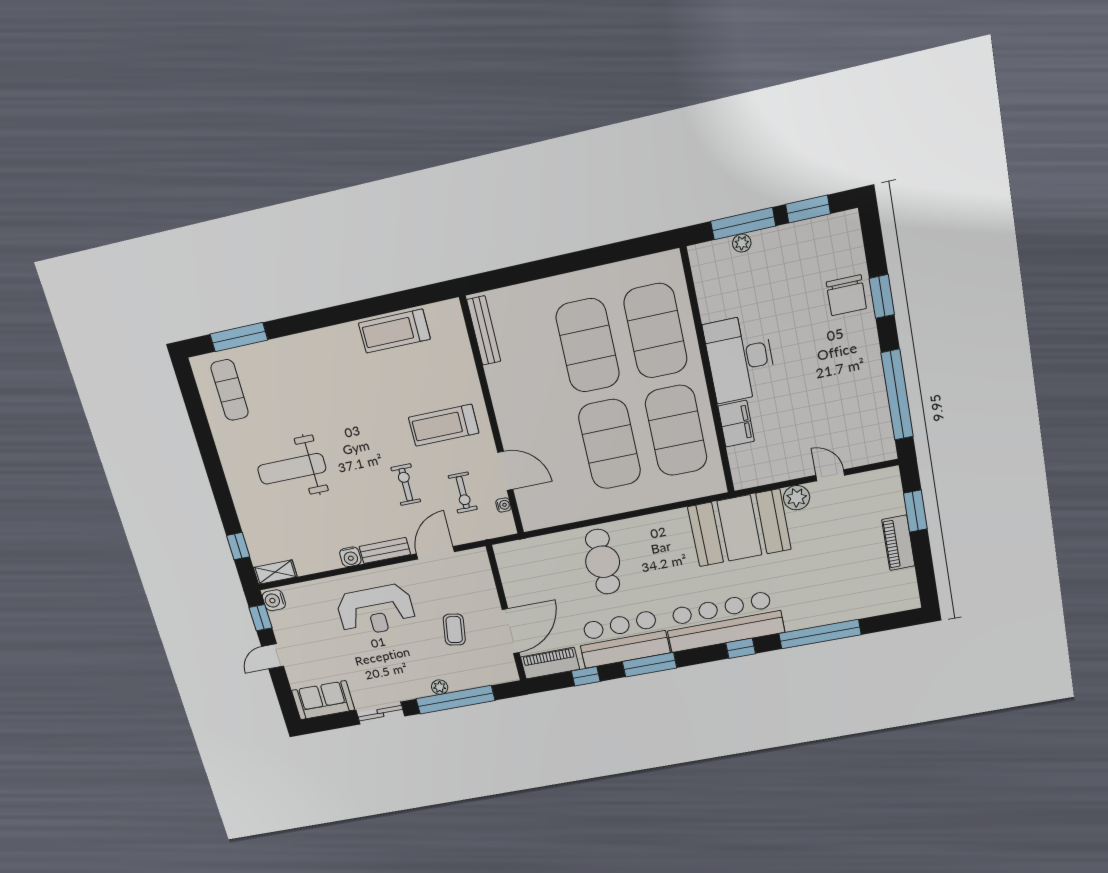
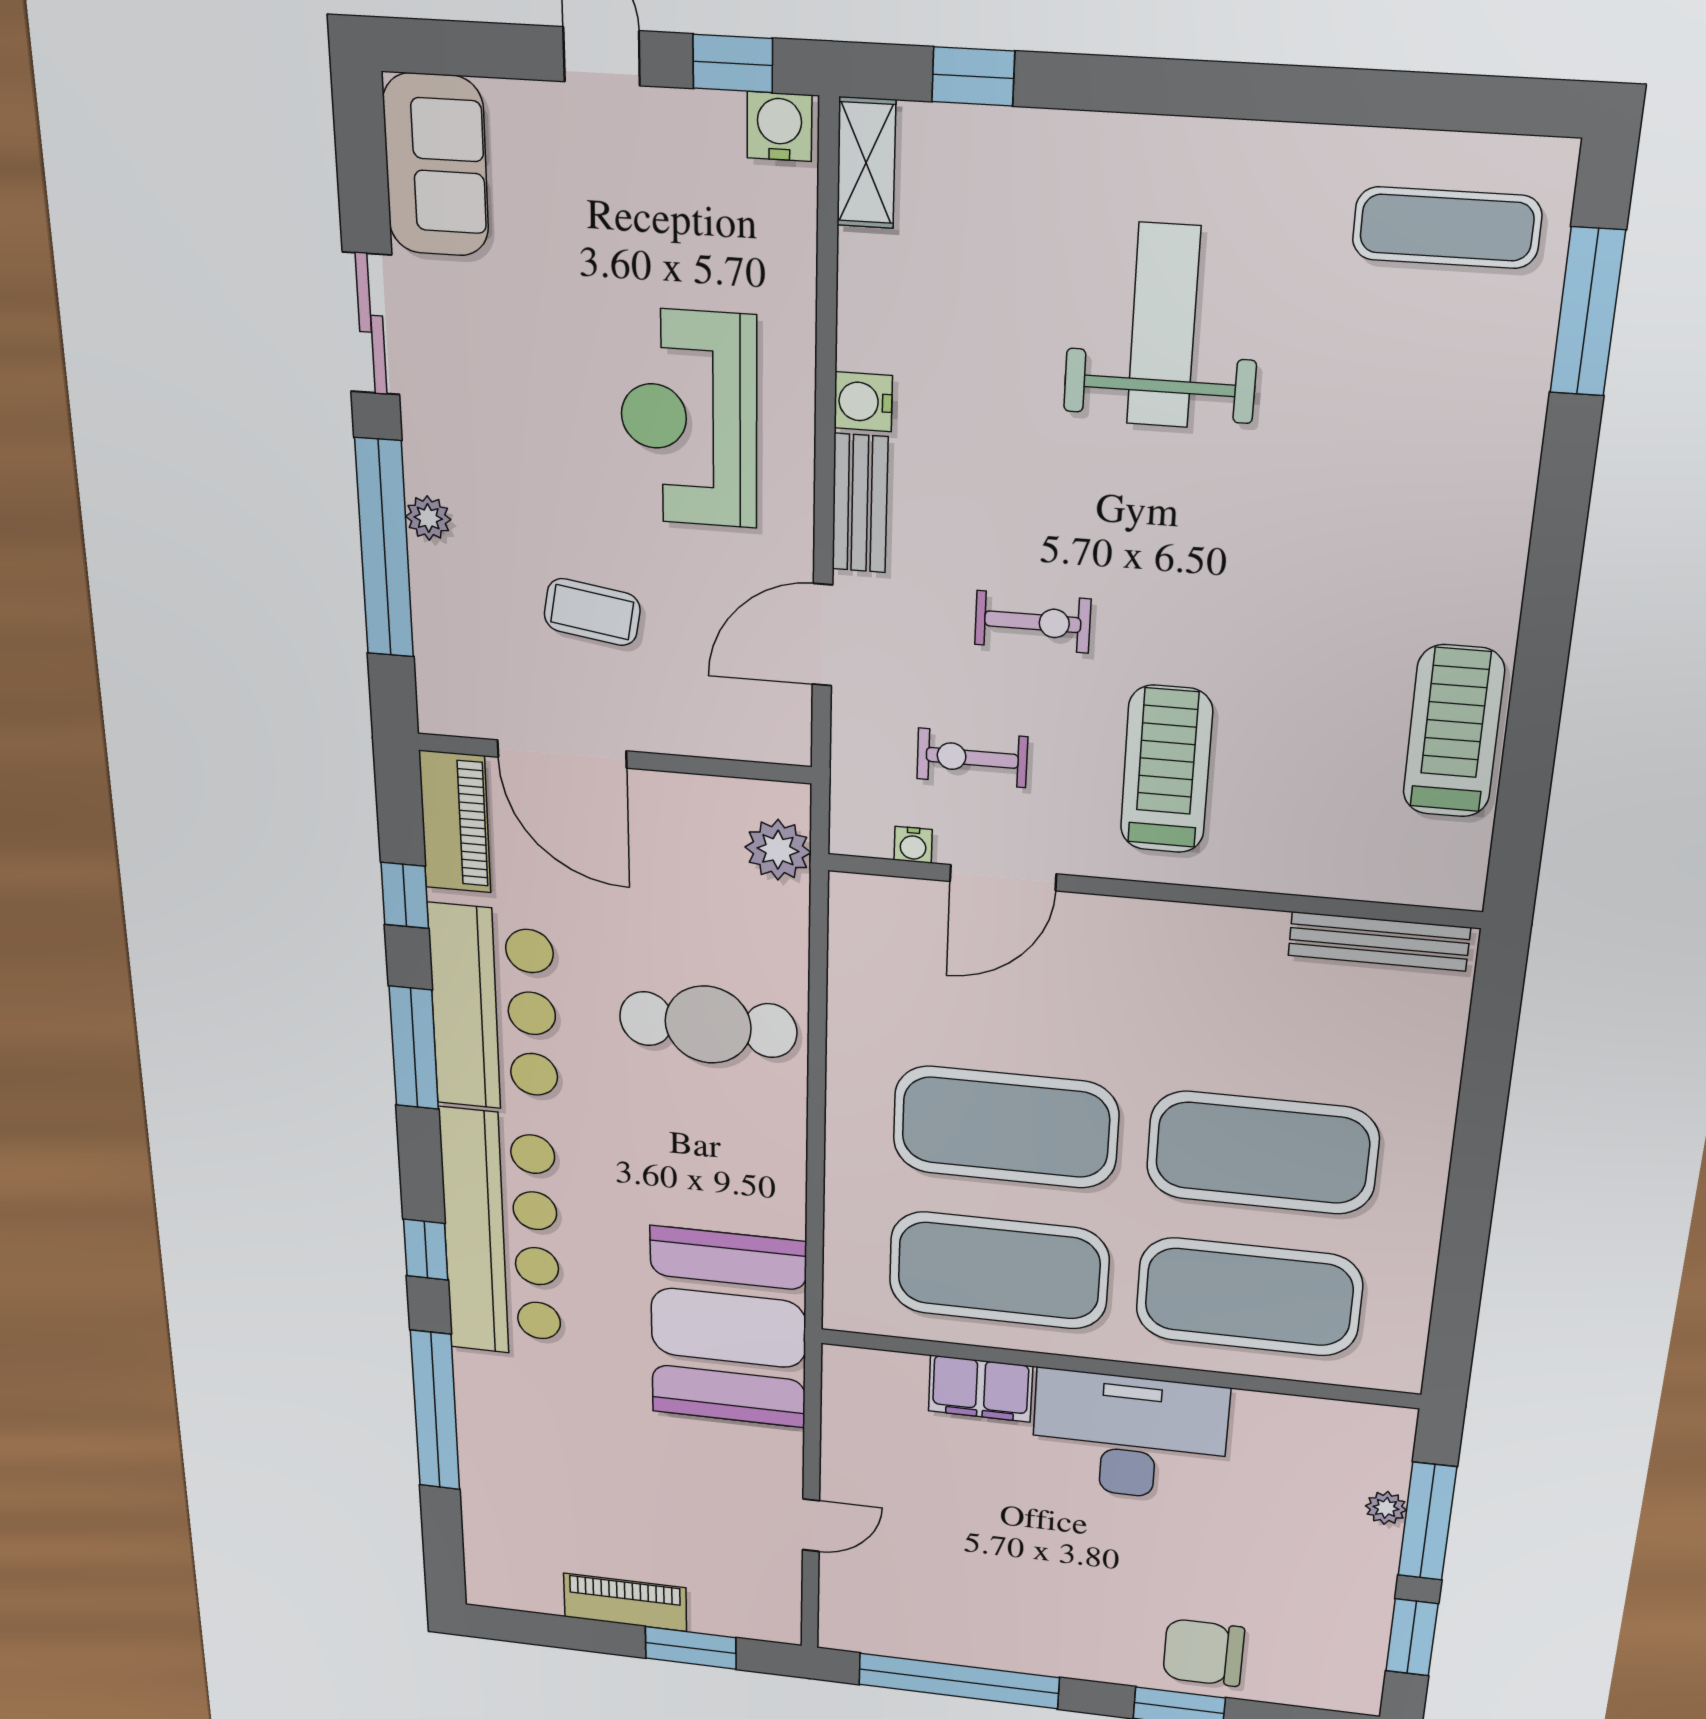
plant: (797, 498) -> (778, 850), moved
door: (435, 553) -> (822, 635), swing flipped

